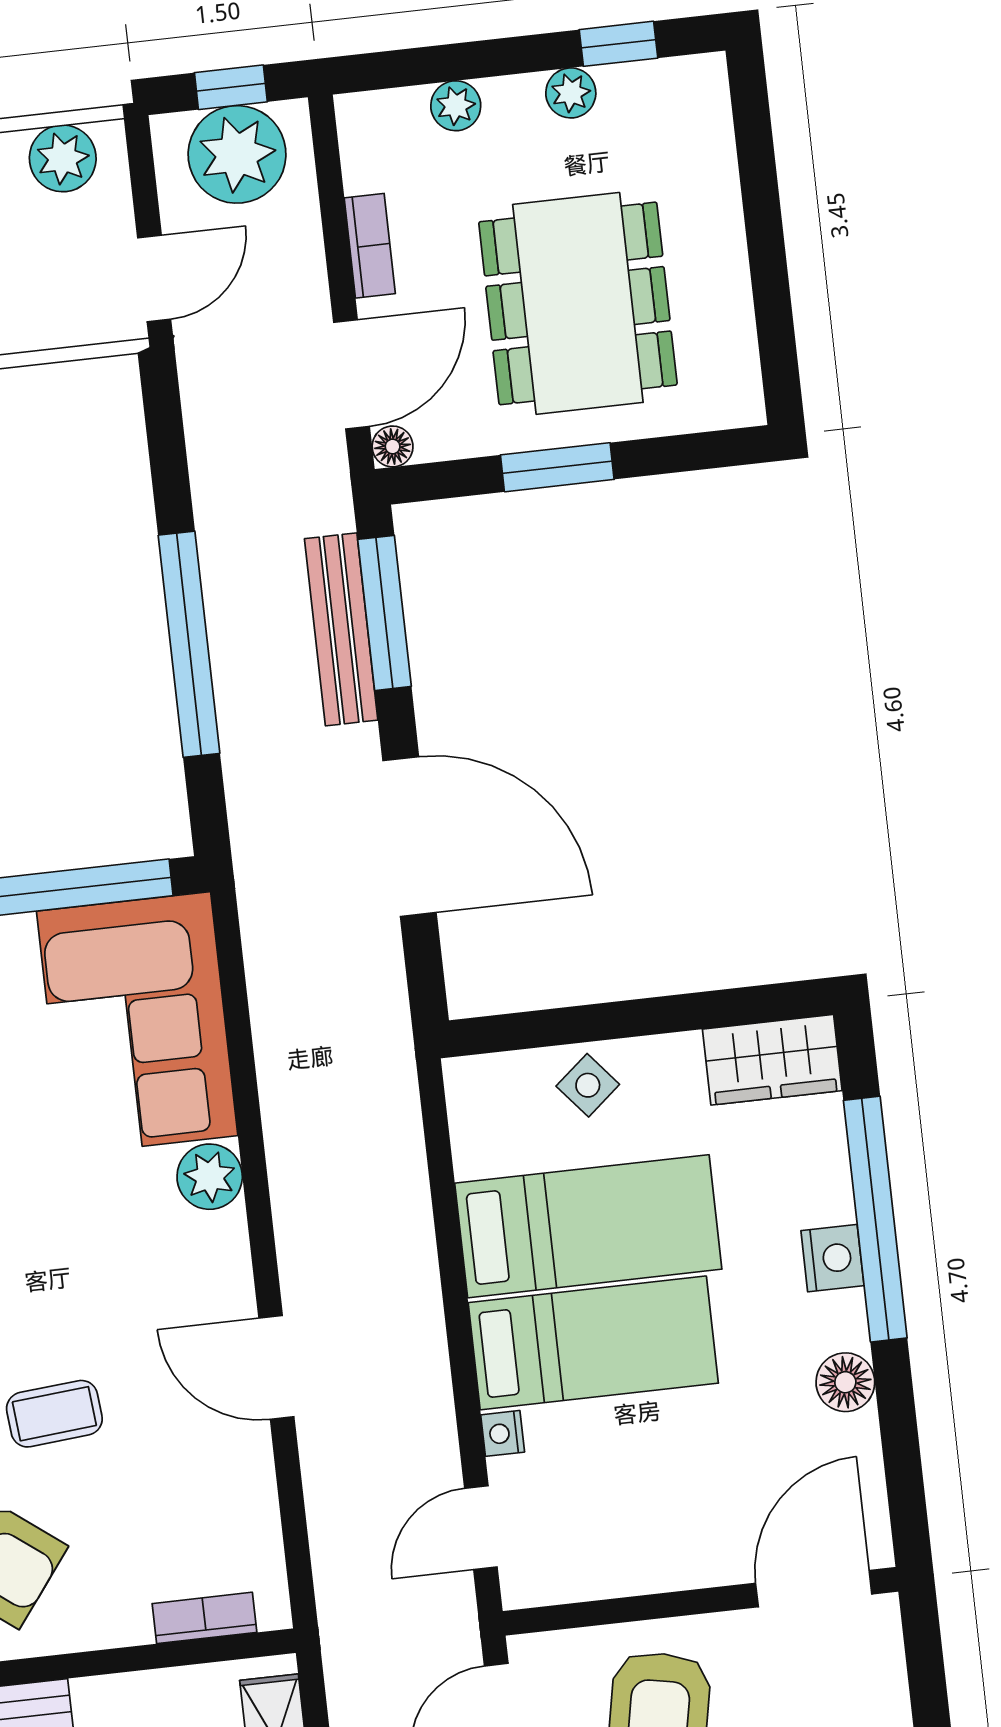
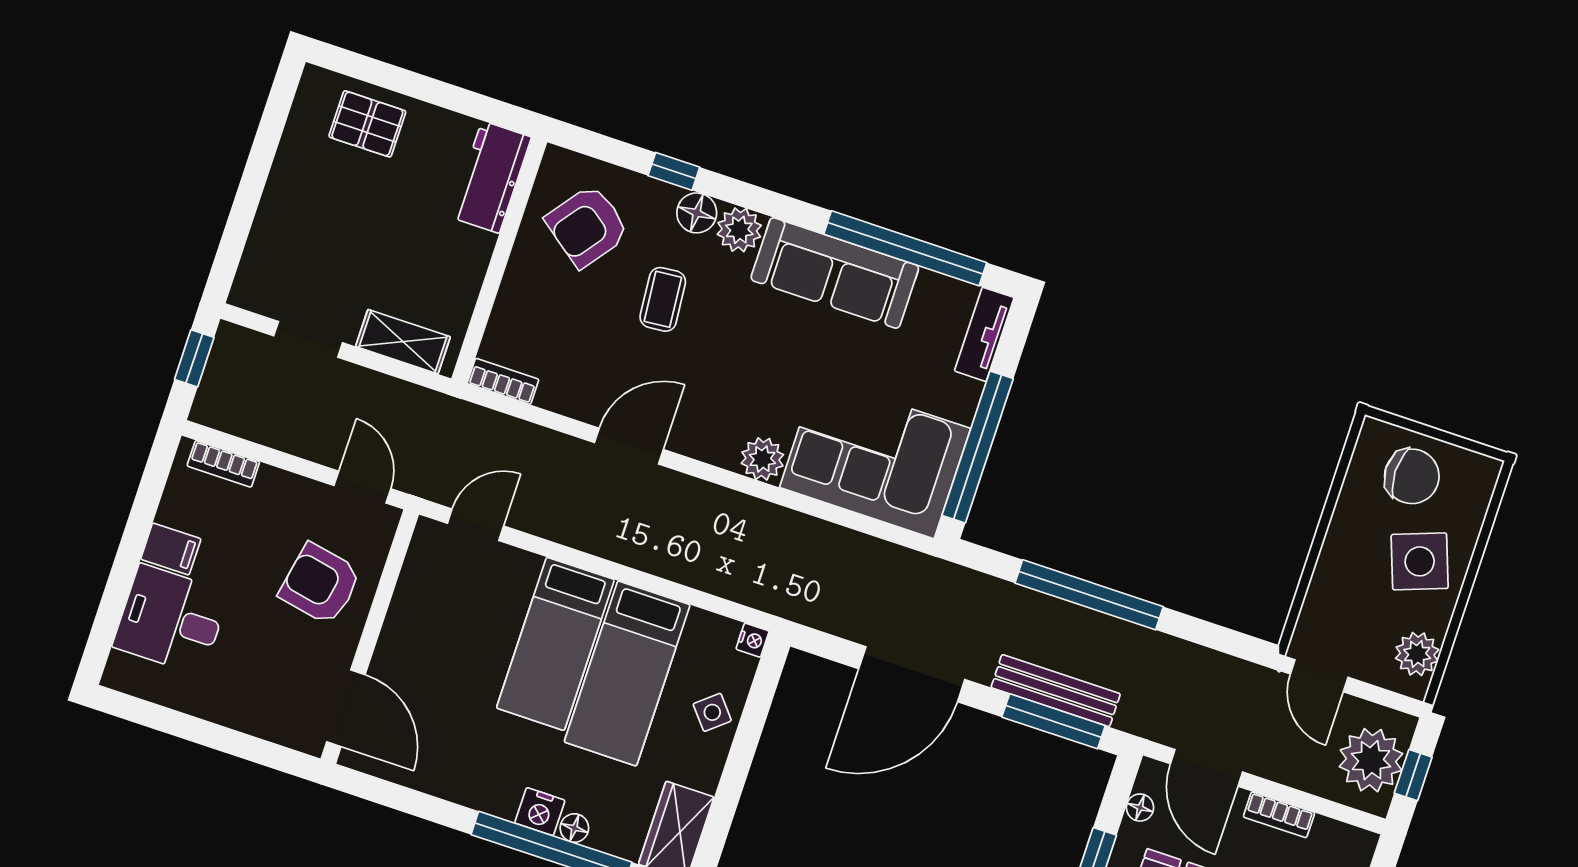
floor lamp: (393, 446) -> (1140, 808), moved
floor lamp: (845, 1382) -> (574, 828), moved, width x0.73, depth x0.73
nightstand: (503, 1433) -> (752, 640), moved, turned 90
door: (481, 1528) -> (475, 525), hinge flipped
bookcase: (204, 1618) -> (503, 381), moved, turned -90

